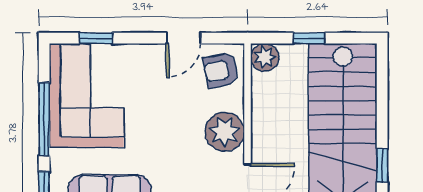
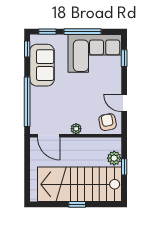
plant: (265, 57) -> (114, 158), moved
plant: (225, 132) -> (76, 129), width x0.53, depth x0.53
window: (382, 165) -> (77, 204), moved

